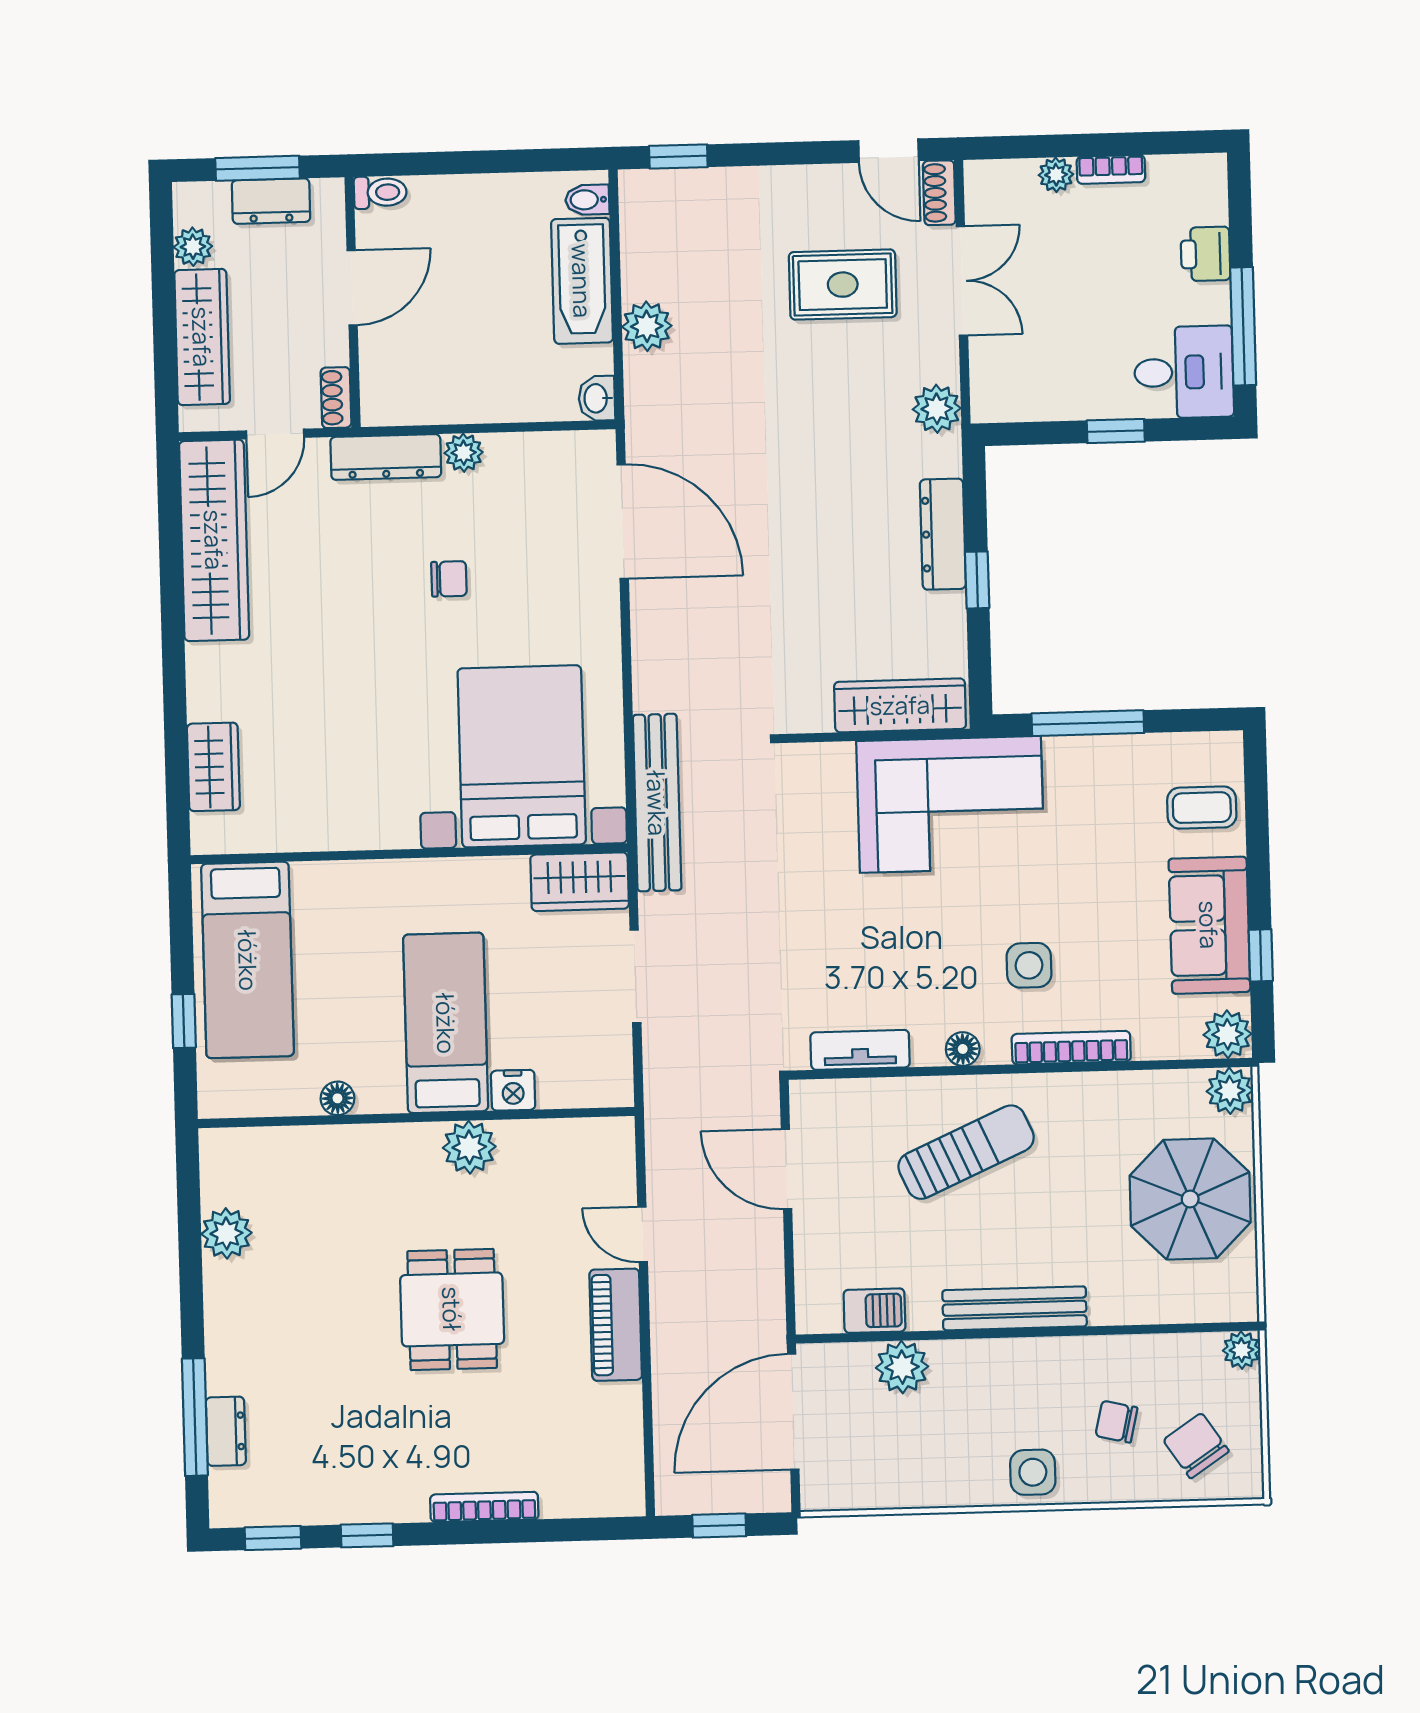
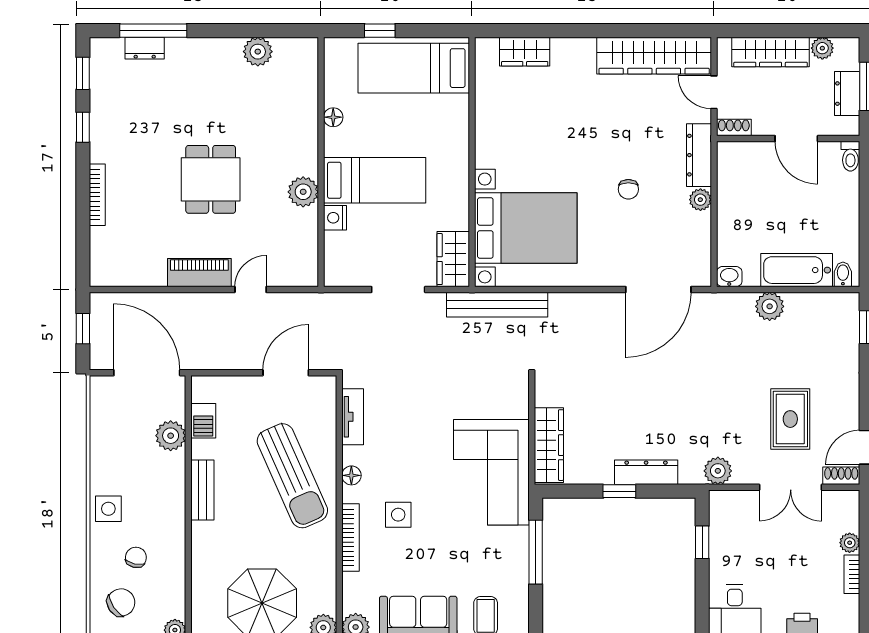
window: (1116, 431) -> (702, 542), moved
sun lounger: (966, 1152) -> (292, 476), width x1.36, depth x1.34
bench: (1015, 1308) -> (202, 490), width x0.73
dining table: (452, 1309) -> (211, 179), turned 90

